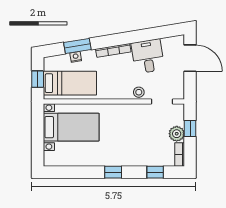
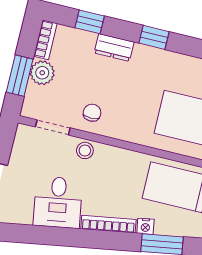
nightstand: (76, 57) -> (145, 226), moved
chair: (140, 117) -> (92, 113), added
window: (190, 129) -> (20, 76), width x1.50
dresser: (136, 160) -> (114, 47), added

